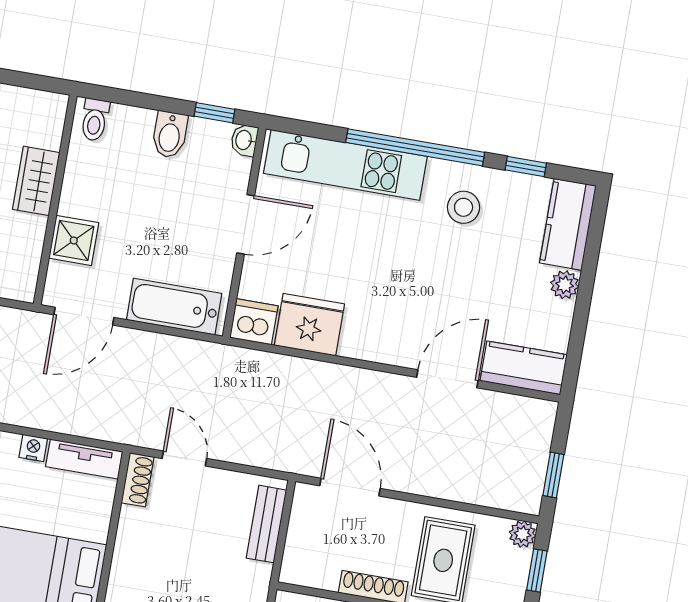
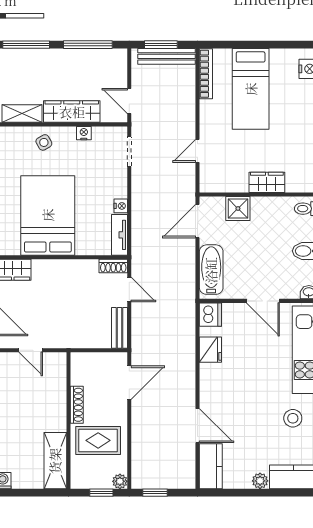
door: (84, 316) -> (198, 221), hinge flipped
fridge: (309, 325) -> (210, 350), width x0.73, depth x0.75
door: (184, 459) -> (129, 290), hinge flipped
bench: (266, 524) -> (120, 328), moved, turned 90

